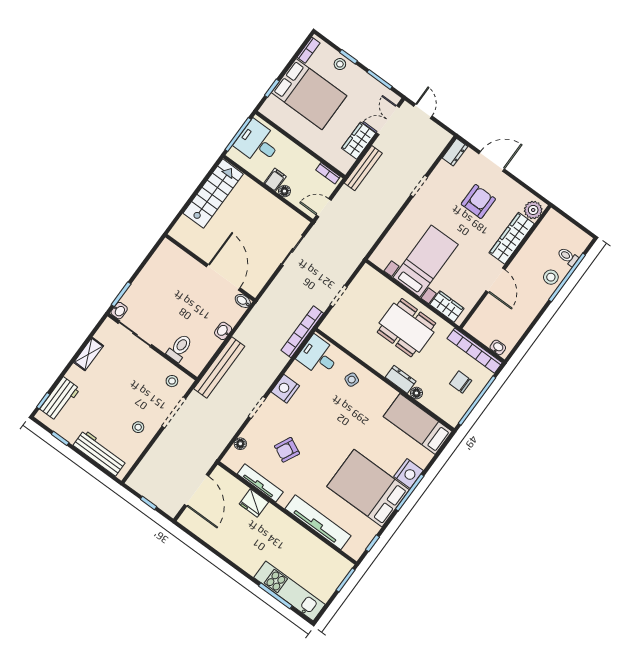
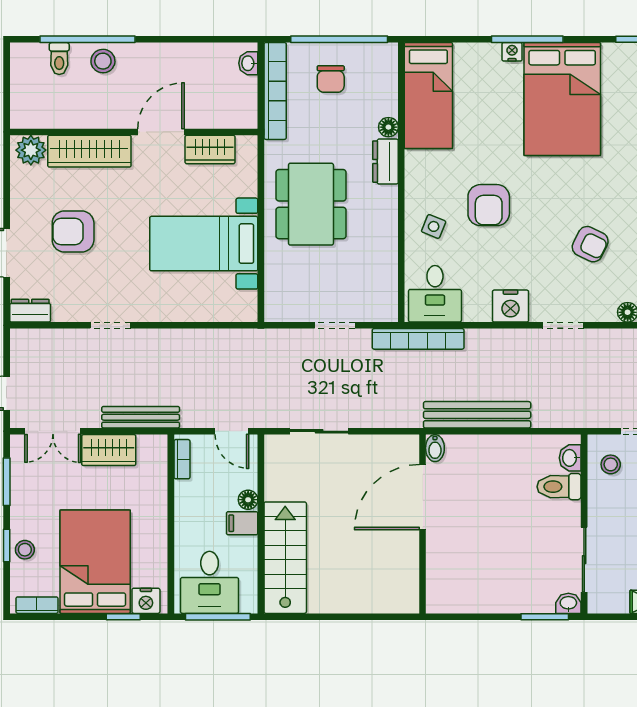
nightstand: (272, 105) -> (146, 601), added
stairs: (213, 194) -> (285, 558), moved, turned 90
wardrobe: (447, 306) -> (210, 149), moved, turned -90
washbasin: (223, 331) -> (570, 458), moved, turned 90
bench: (219, 367) -> (477, 415), moved
armchair: (342, 414) -> (489, 205), added
nightstand: (409, 473) -> (512, 52), width x0.53, depth x0.56

